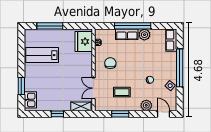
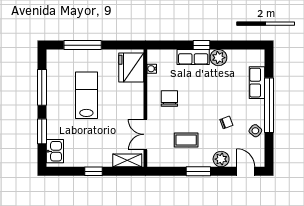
window: (133, 26) -> (202, 45), width x0.32
row of seats: (171, 40) -> (257, 83), moved
window: (21, 55) -> (42, 87), added
lab bench: (42, 55) -> (86, 95), moved, turned 90
window: (120, 114) -> (198, 171), moved

